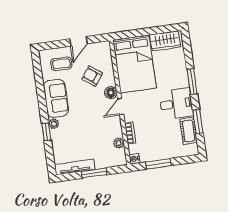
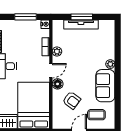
window: (46, 132) -> (118, 58), removed
plant: (119, 143) -> (57, 51), moved
tv unit: (75, 167) -> (81, 24), moved

